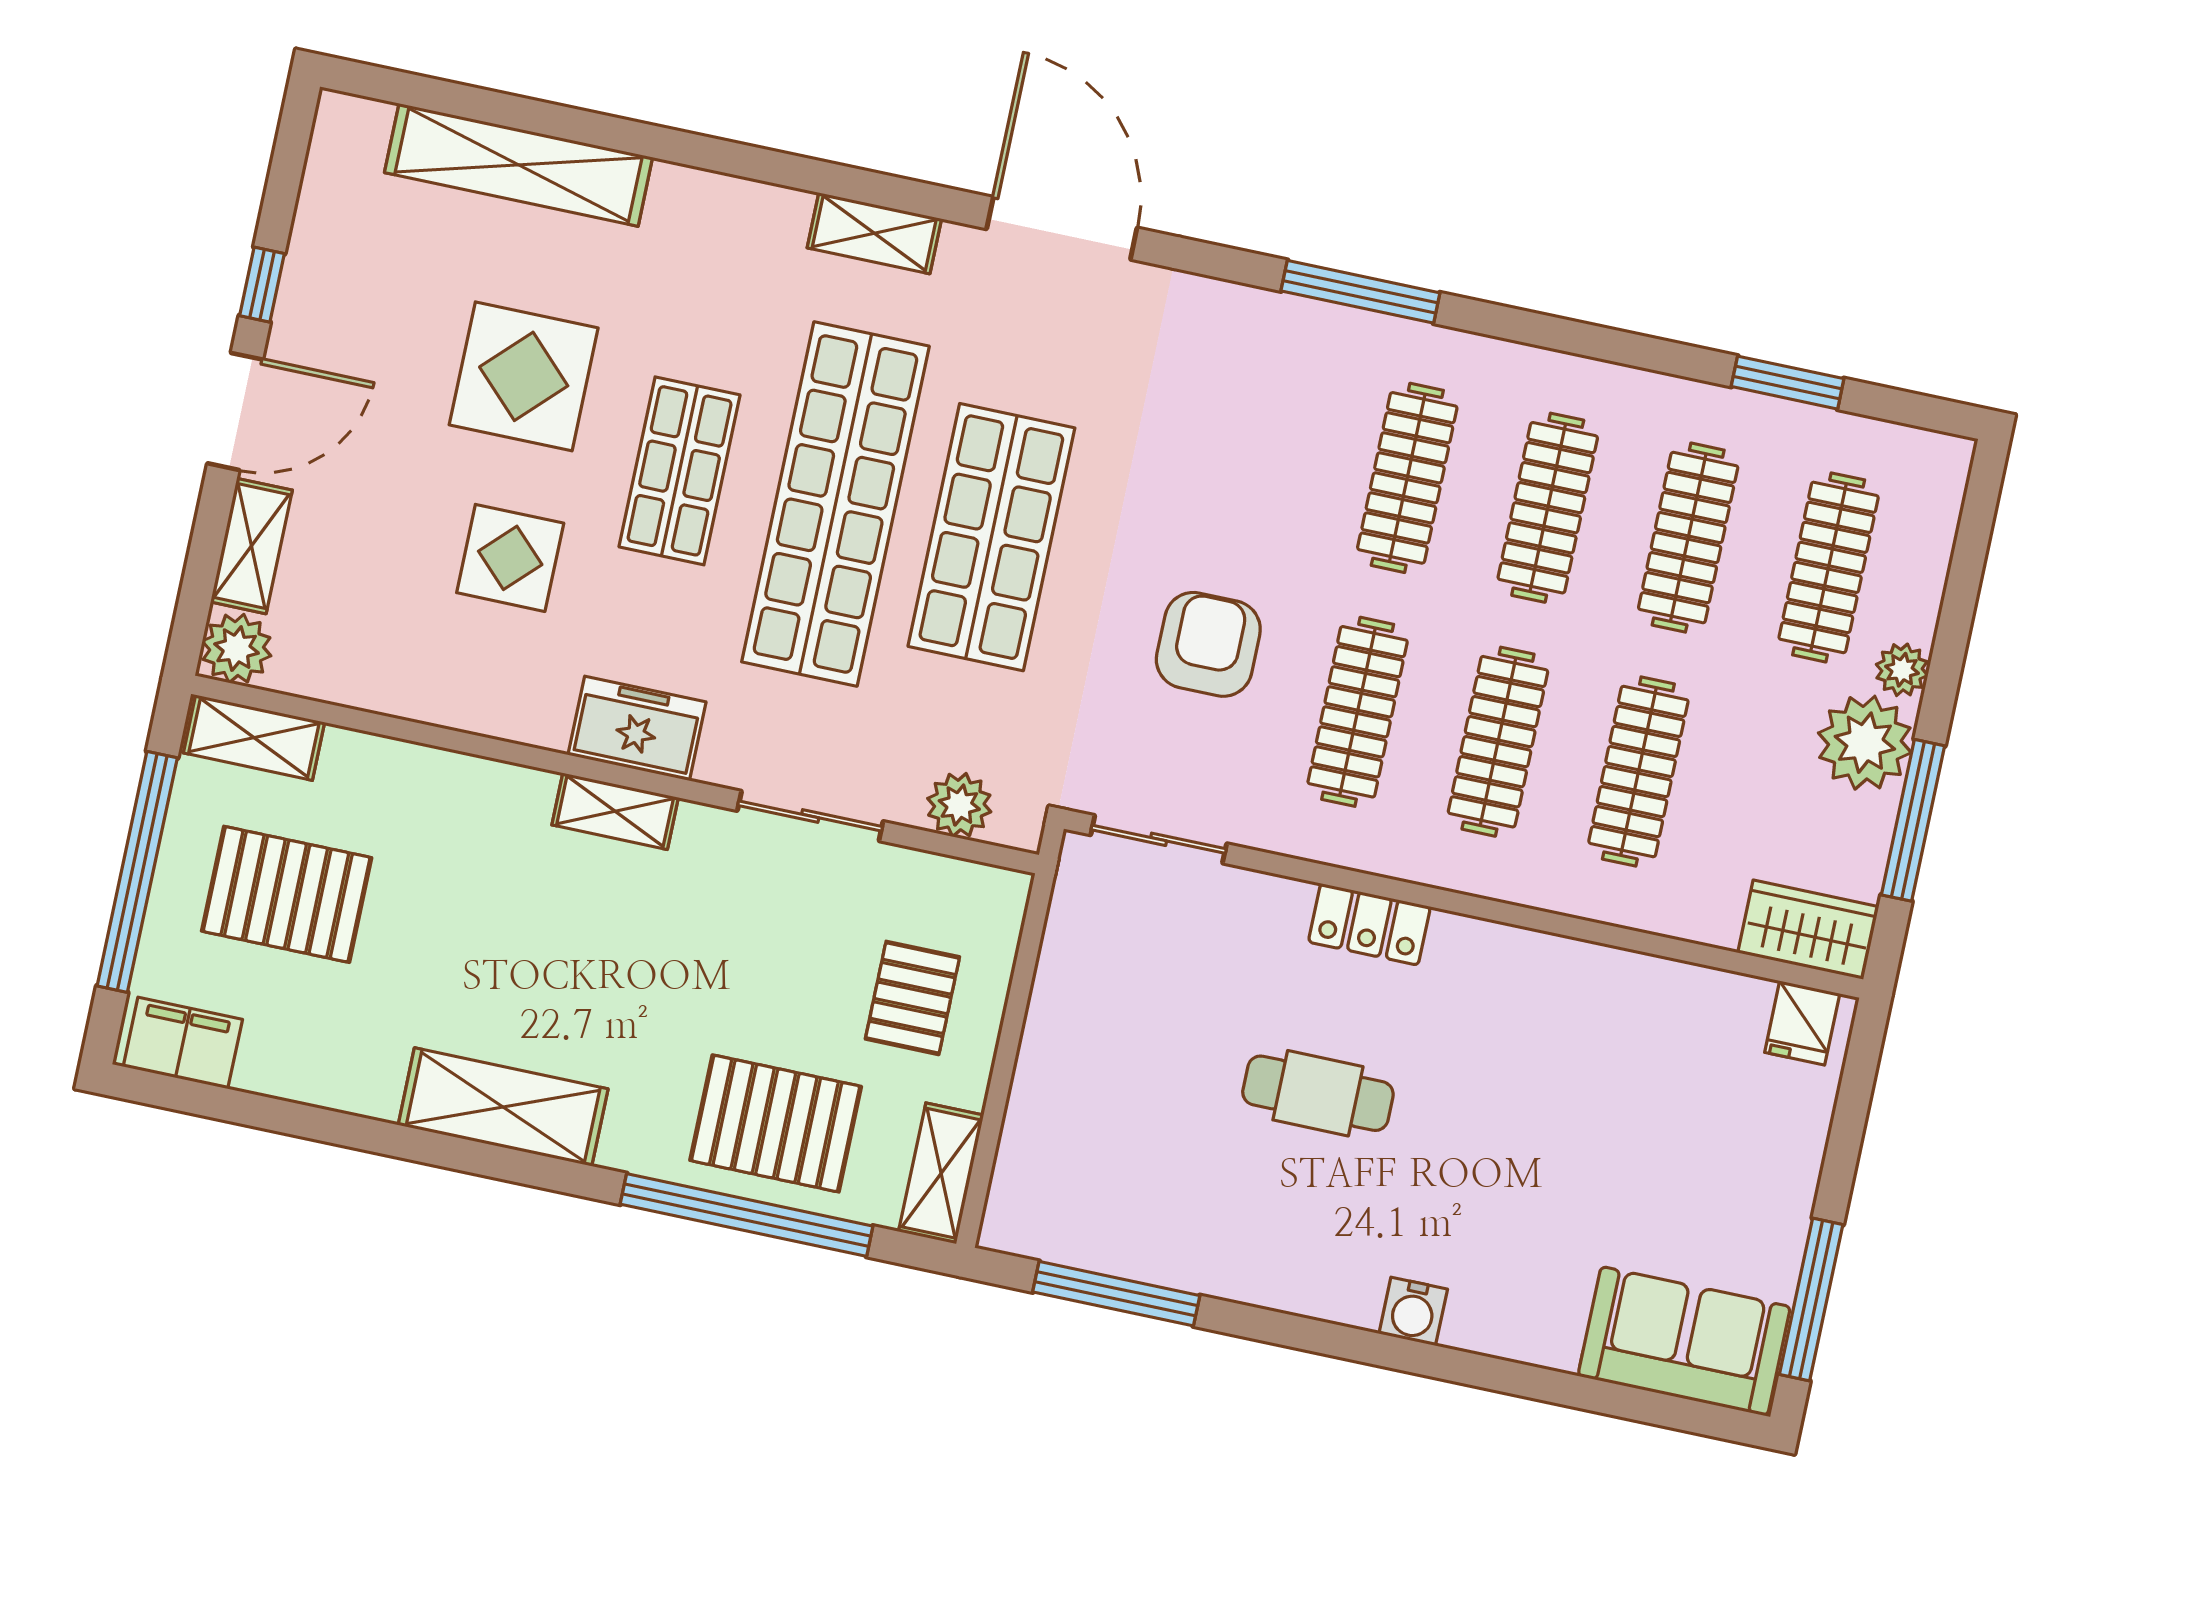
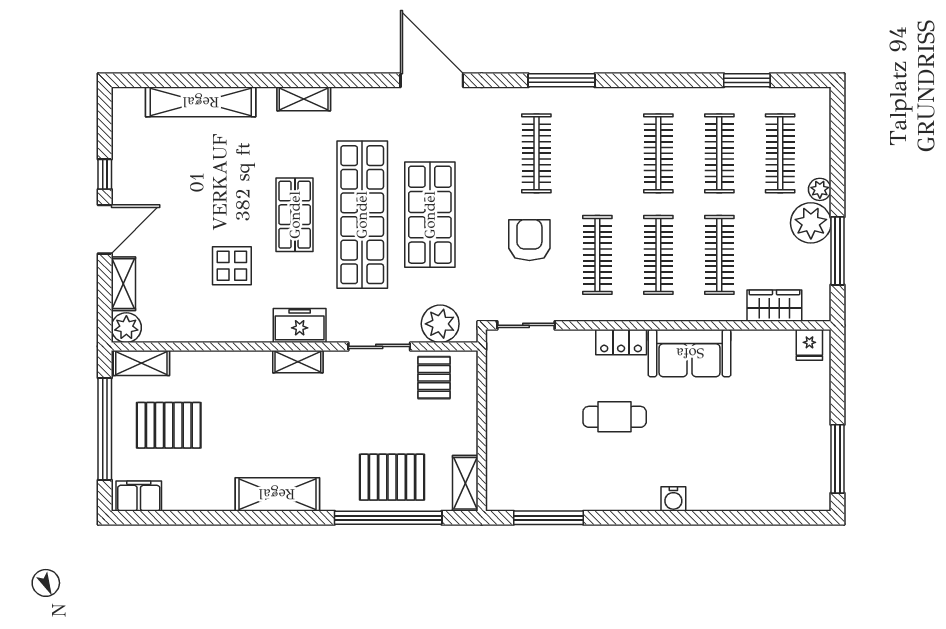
shelving: (874, 233) -> (304, 99), moved
display table: (524, 376) -> (221, 189), removed
clothes rail: (1407, 478) -> (536, 153), moved
plant: (959, 805) -> (440, 324), width x1.36, depth x1.36
wardrobe: (1808, 930) -> (774, 306), moved
pallet: (912, 998) -> (434, 378), moved
sofa: (1684, 1341) -> (690, 353), moved, turned 180

